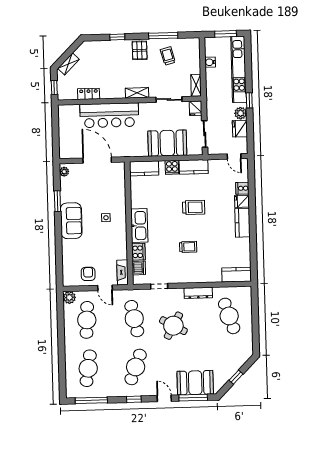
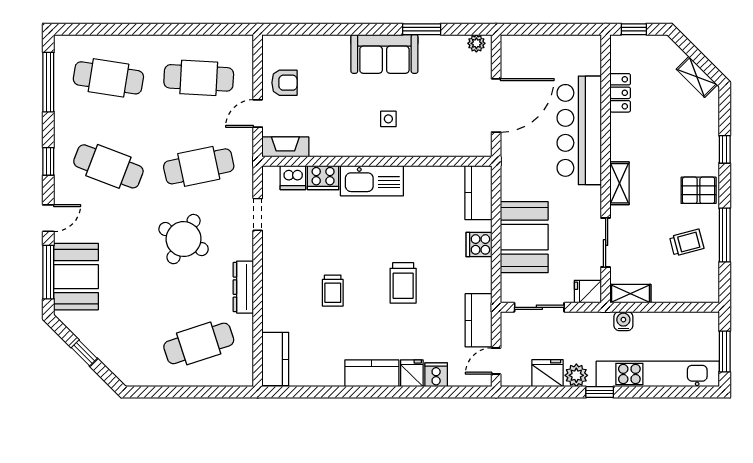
water cooler: (210, 62) -> (623, 321), moved
shelving: (69, 64) -> (697, 77), moved
kitchen counter: (194, 167) -> (478, 320), moved
trolley: (188, 247) -> (333, 291), moved
plant: (69, 297) -> (242, 46), removed

